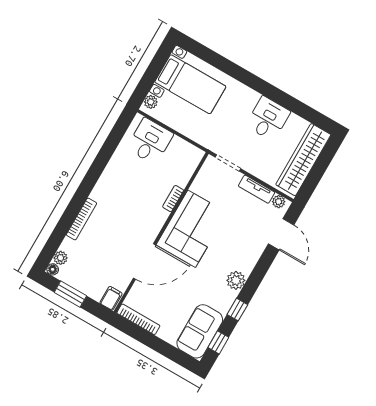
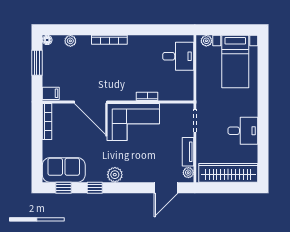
bookcase: (82, 219) -> (109, 40), moved
plant: (61, 258) -> (70, 41), moved

